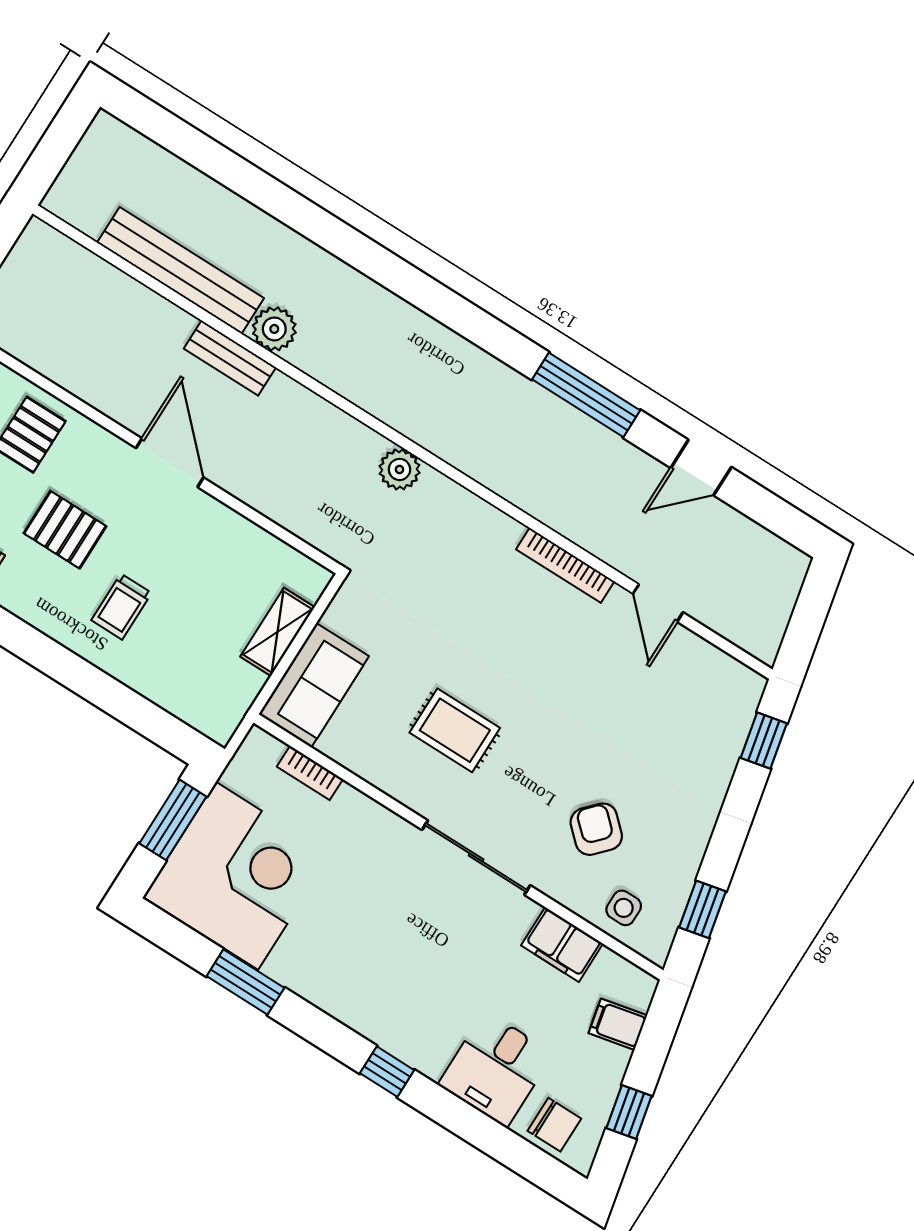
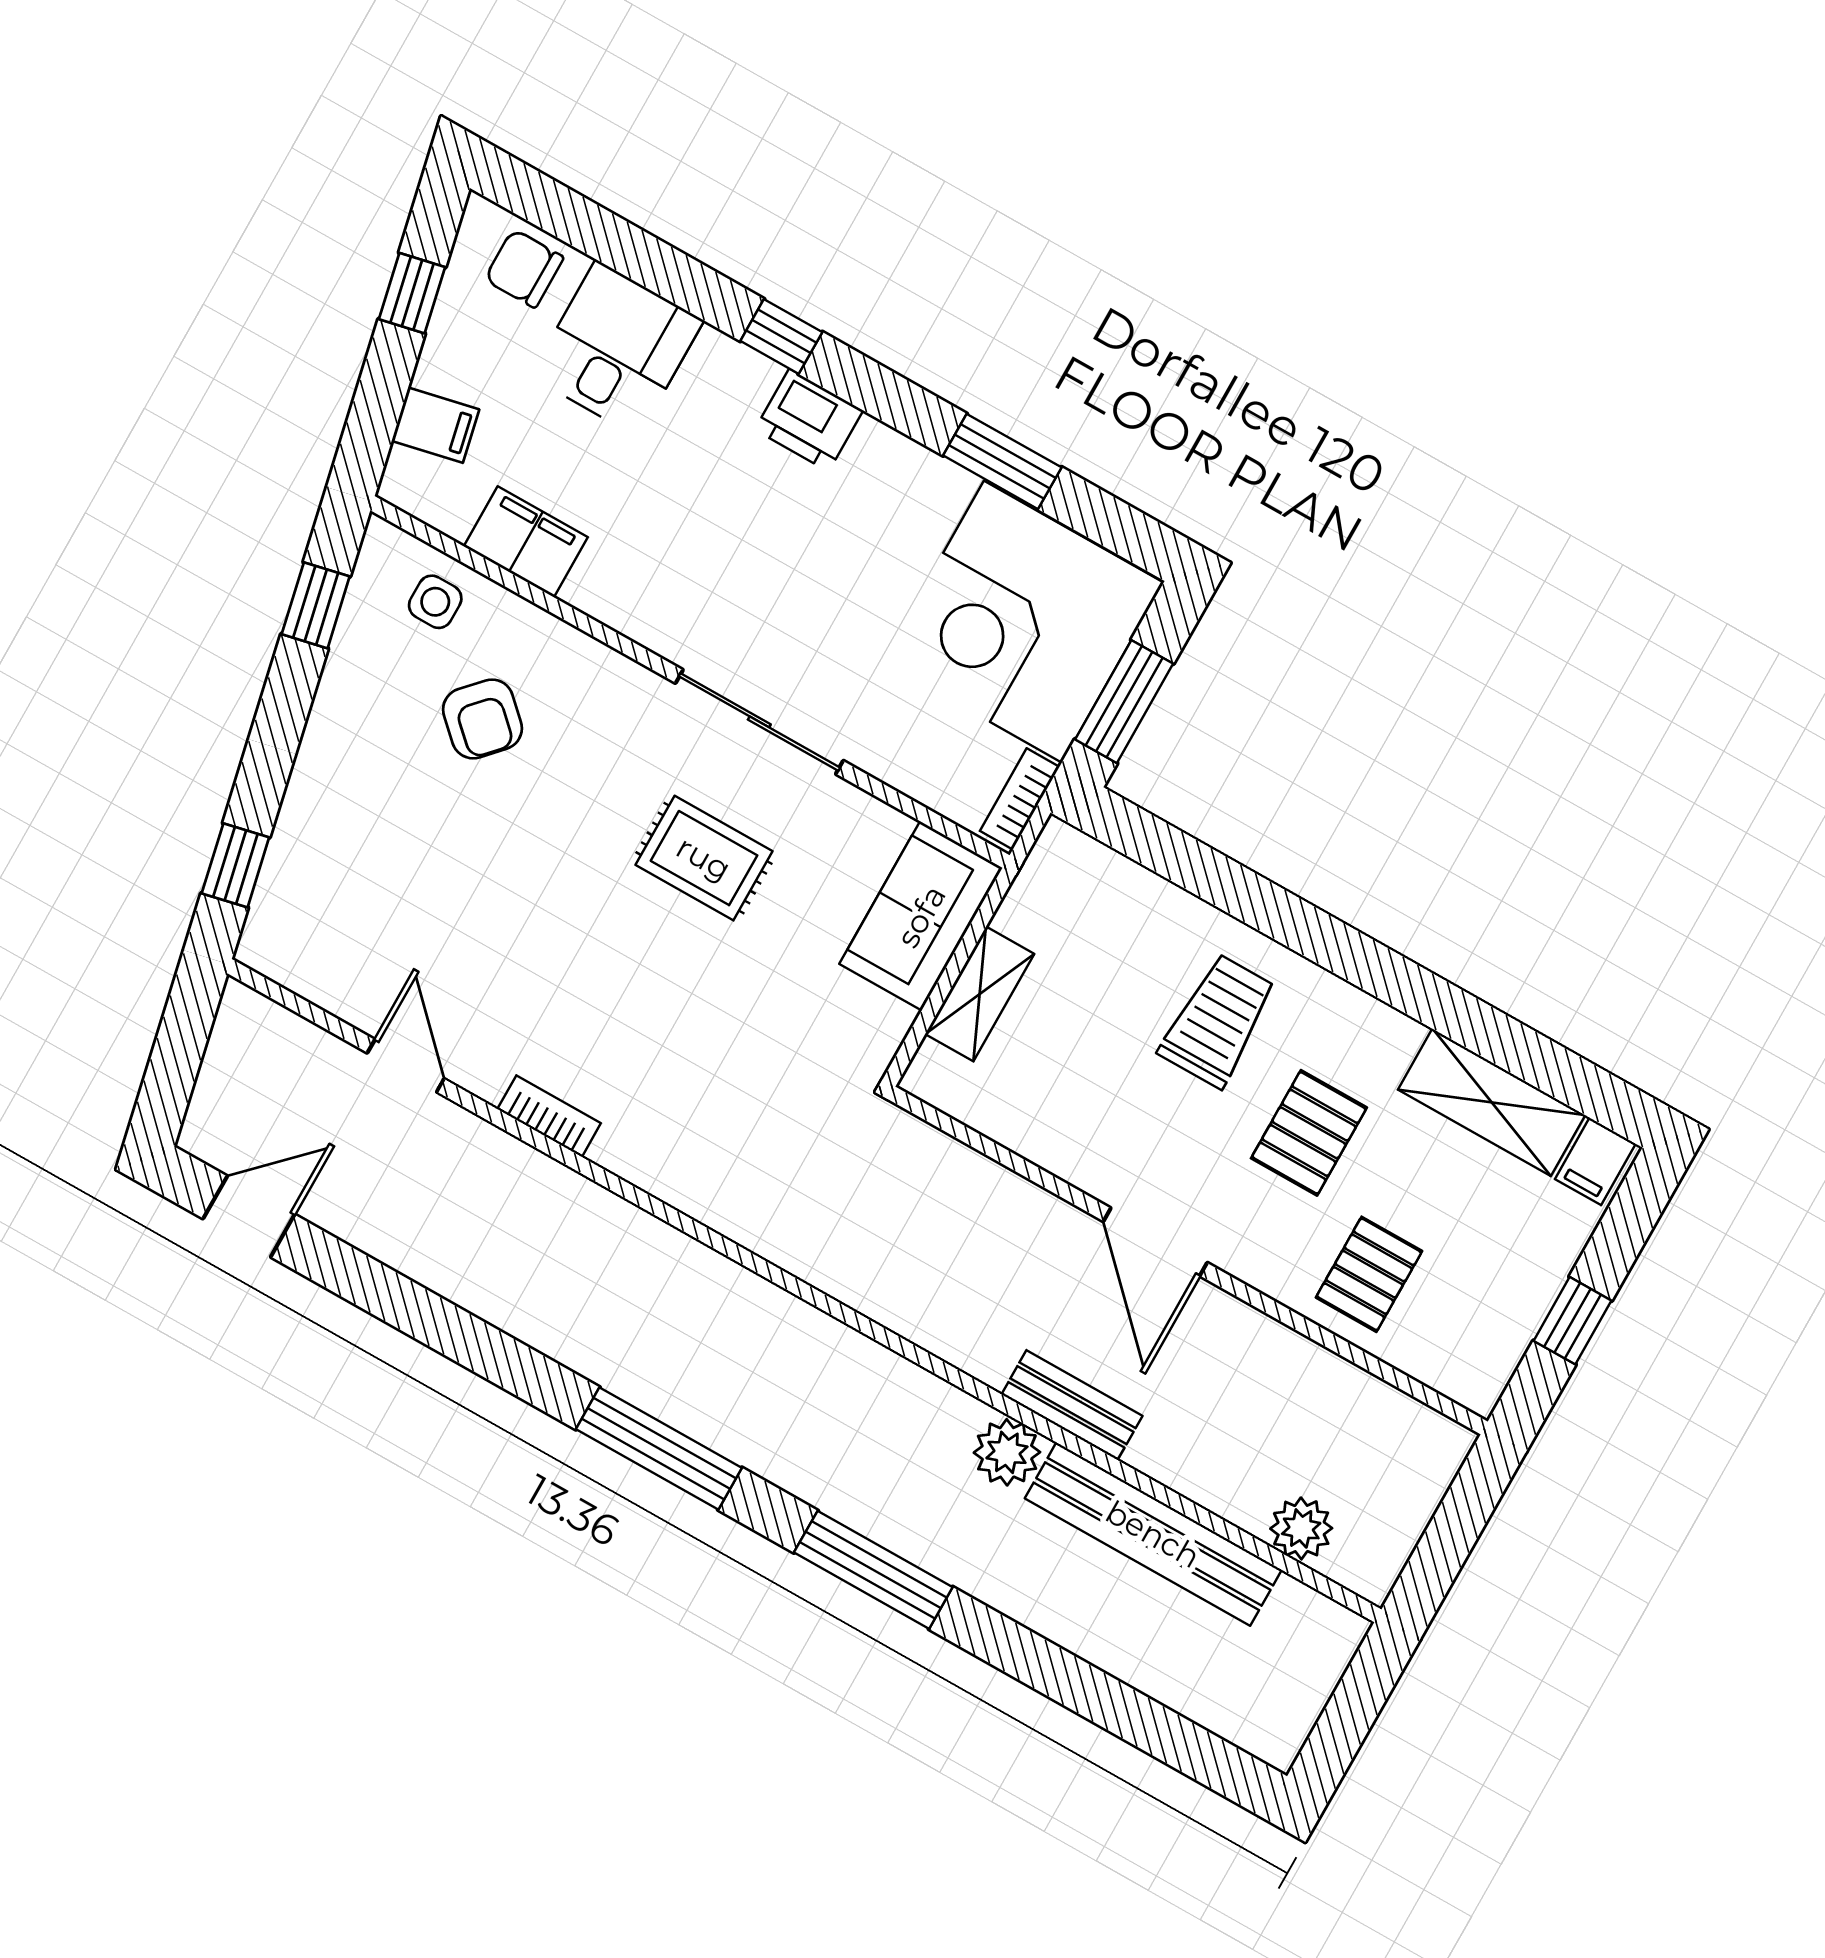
window: (366, 256) -> (873, 1570), added
window: (586, 395) -> (659, 1449), moved
door: (701, 468) -> (249, 1217), moved
plant: (399, 469) -> (1301, 1528), moved
pallet: (65, 530) -> (1309, 1133), turned 90
bookcase: (565, 565) -> (549, 1116), width x0.64
trolley: (121, 607) -> (1218, 1021), width x1.36, depth x1.39
bookcase: (310, 773) -> (1020, 799), moved, turned -90
sliding door: (476, 858) -> (759, 722), moved
printer: (372, 1016) -> (809, 420), added

